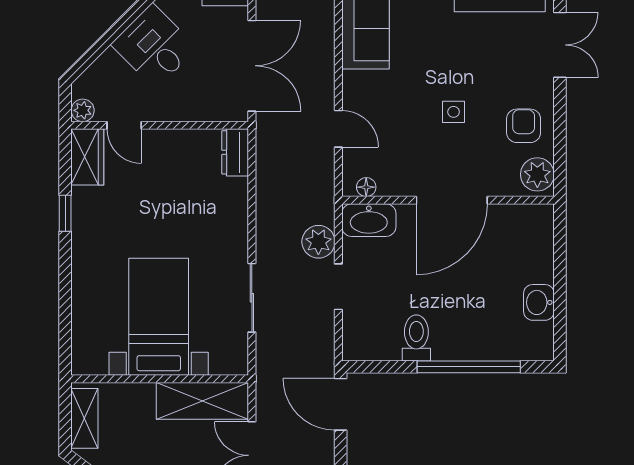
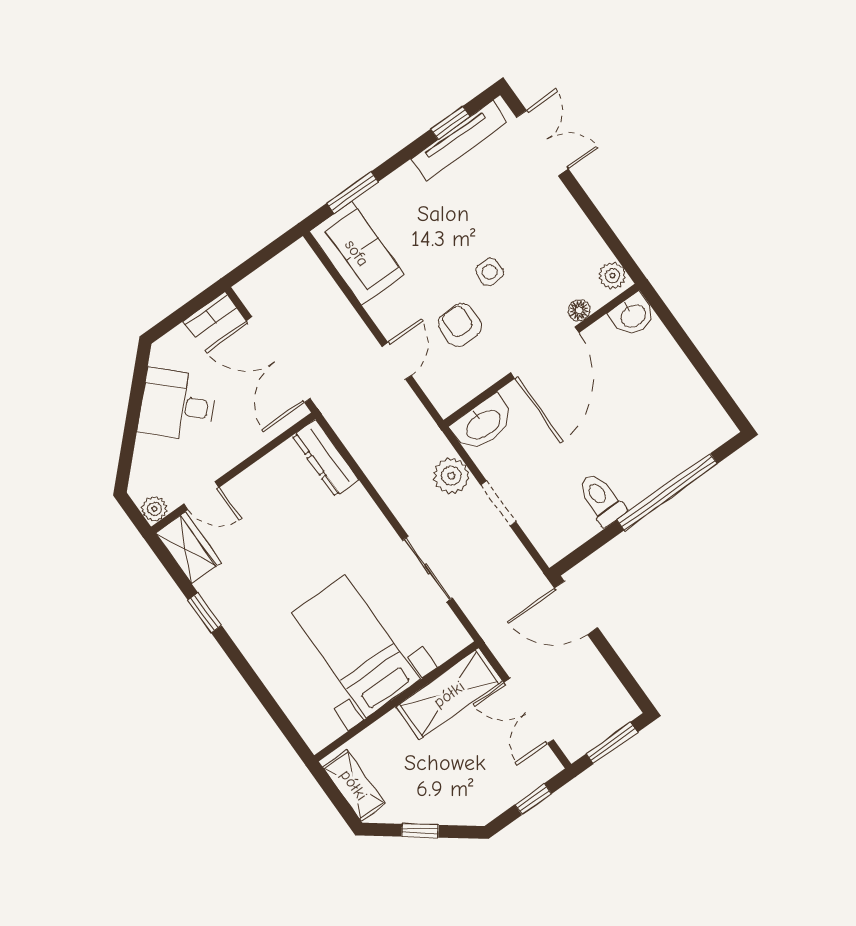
double door: (252, 66) -> (278, 360), swing flipped
armchair: (524, 126) -> (460, 325), moved
door: (338, 129) -> (397, 361), hinge flipped
dresser: (235, 152) -> (325, 458), width x1.44
plant: (537, 174) -> (612, 275), width x0.73, depth x0.73
floor lamp: (366, 187) -> (579, 310), moved
washbasin: (539, 302) -> (633, 315), moved, turned -90

